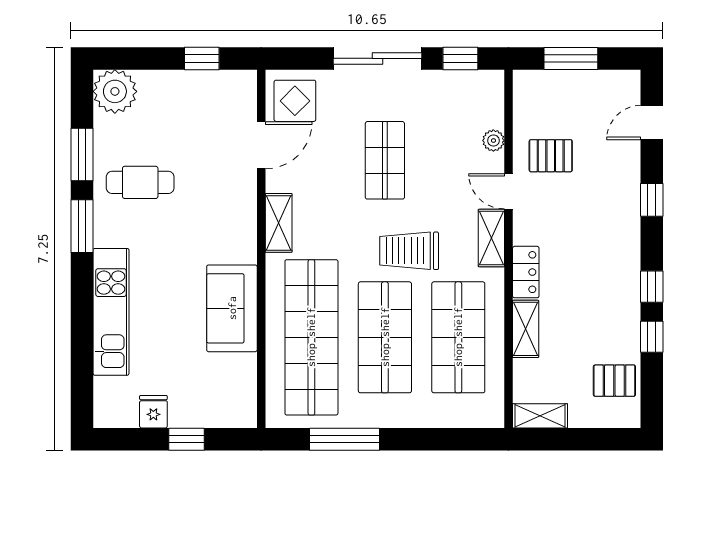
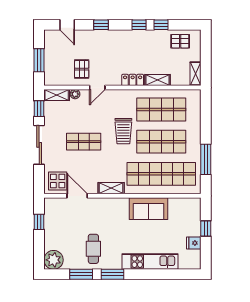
shelving: (491, 238) -> (57, 95), moved
pallet: (614, 381) -> (180, 41), turned 90

